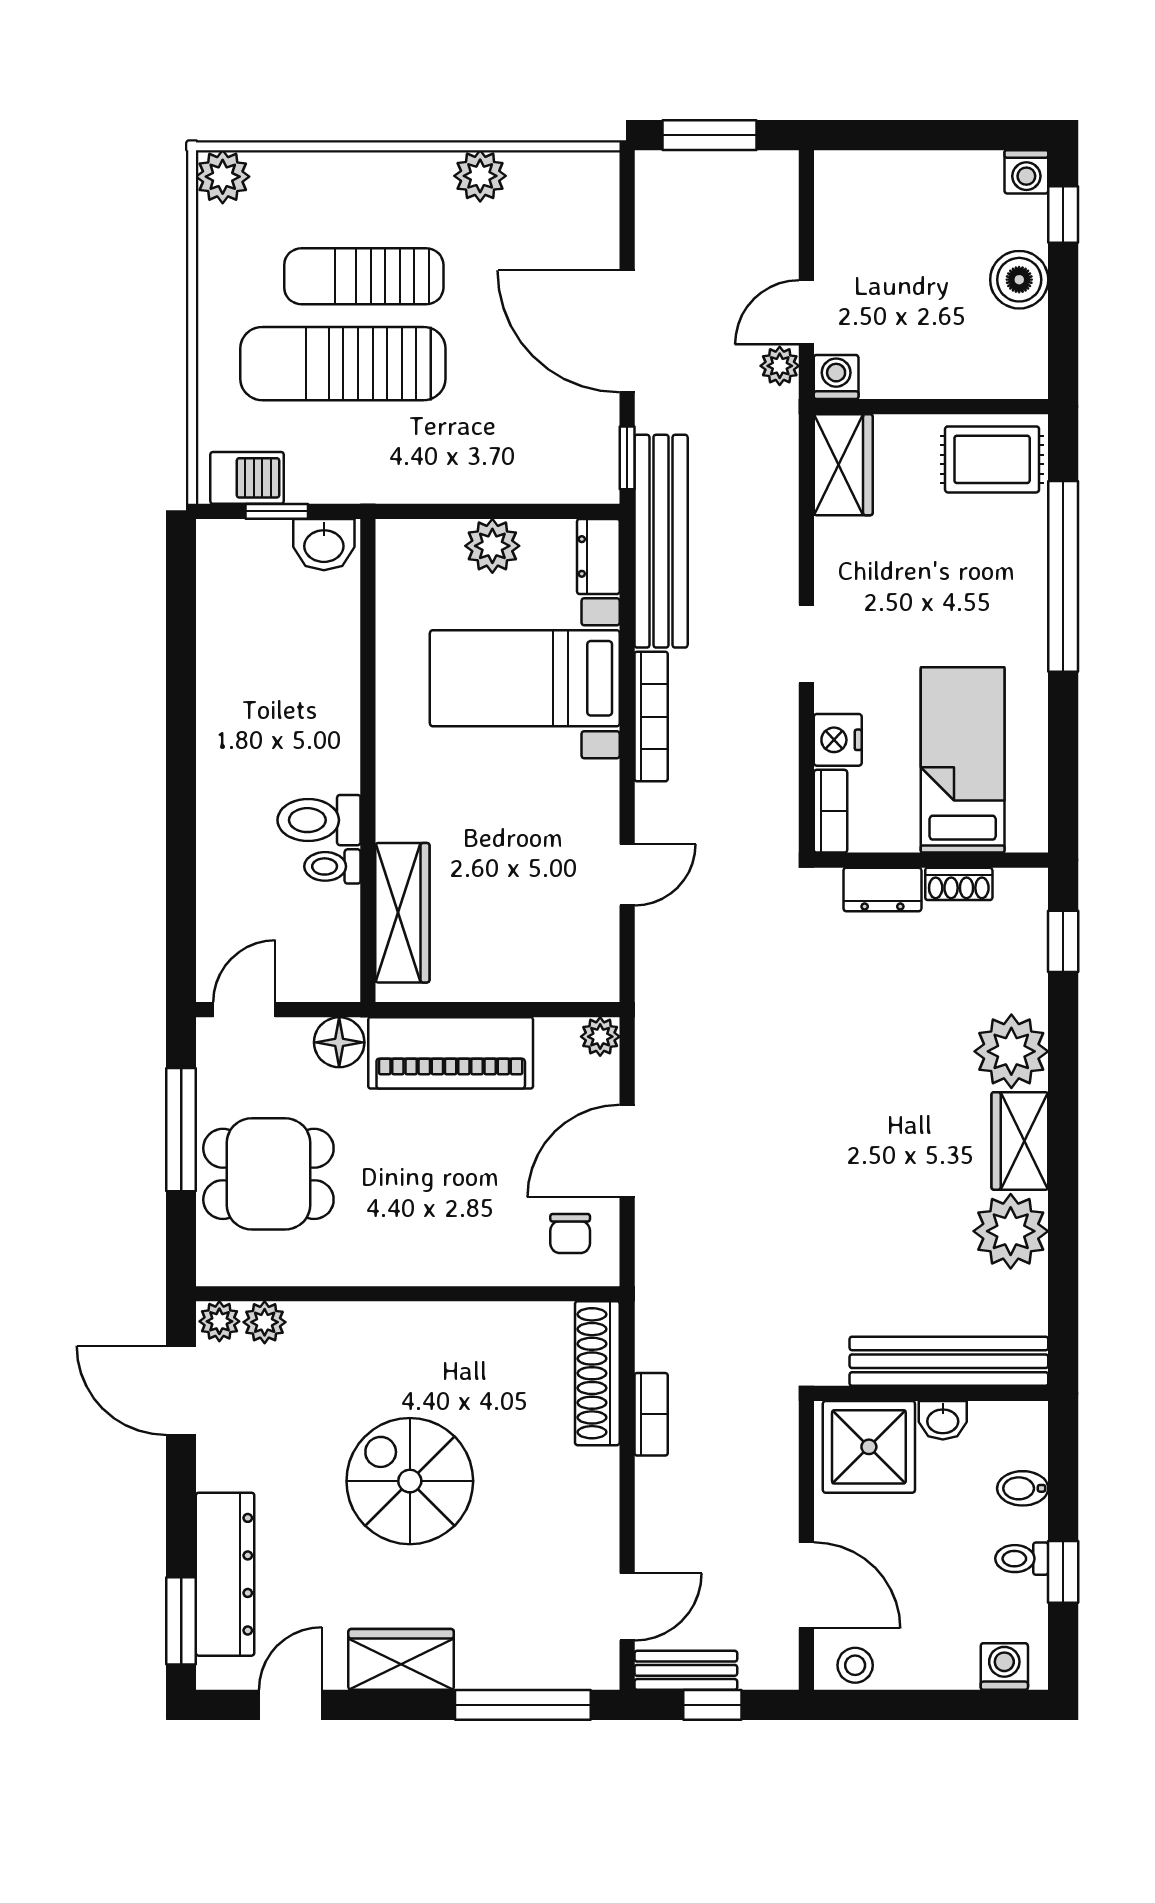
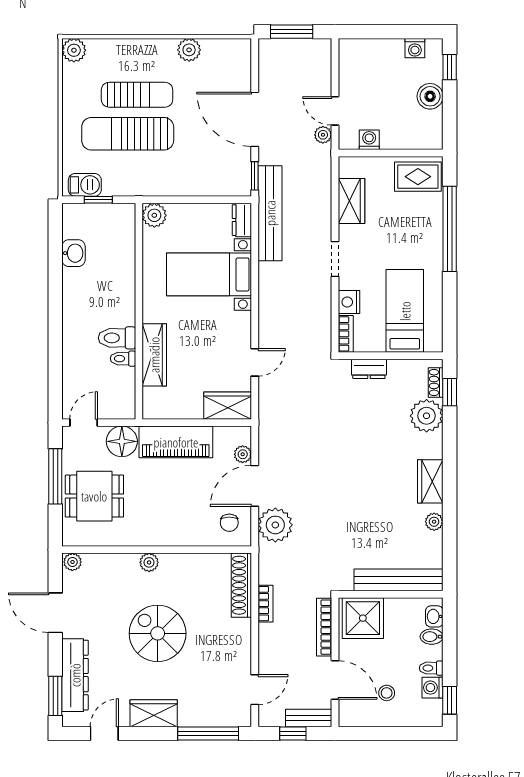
washing machine: (1026, 172) -> (415, 48), moved
sun lounger: (364, 276) -> (137, 95), turned 180
door: (806, 312) -> (335, 111), hinge flipped
washing machine: (836, 377) -> (369, 140), moved
wardrobe: (843, 465) -> (351, 201), moved
washbasin: (324, 545) -> (73, 253), moved, turned -90
plant: (492, 546) -> (154, 215), moved
bookcase: (651, 717) -> (324, 627), moved, turned 180
shoe rack: (959, 884) -> (436, 383), moved, turned 90
wardrobe: (402, 913) -> (154, 355), moved
wardrobe: (566, 971) -> (228, 406), added
plant: (600, 1037) -> (243, 454), moved
floor lamp: (339, 1042) -> (122, 441), width x1.38, depth x1.38
plant: (1011, 1051) -> (427, 416), moved
plant: (1011, 1231) -> (434, 522), width x0.53, depth x0.53
plant: (673, 1239) -> (275, 525), added
plant: (265, 1322) -> (149, 562), moved
door: (181, 1390) -> (55, 613), moved
washbasin: (943, 1420) -> (434, 616), moved, turned 90
window: (1063, 1572) -> (450, 700), moved
stool: (855, 1665) -> (387, 693), moved
washing machine: (1004, 1666) -> (433, 688), moved, turned -90
bench: (686, 1670) -> (309, 718), moved

